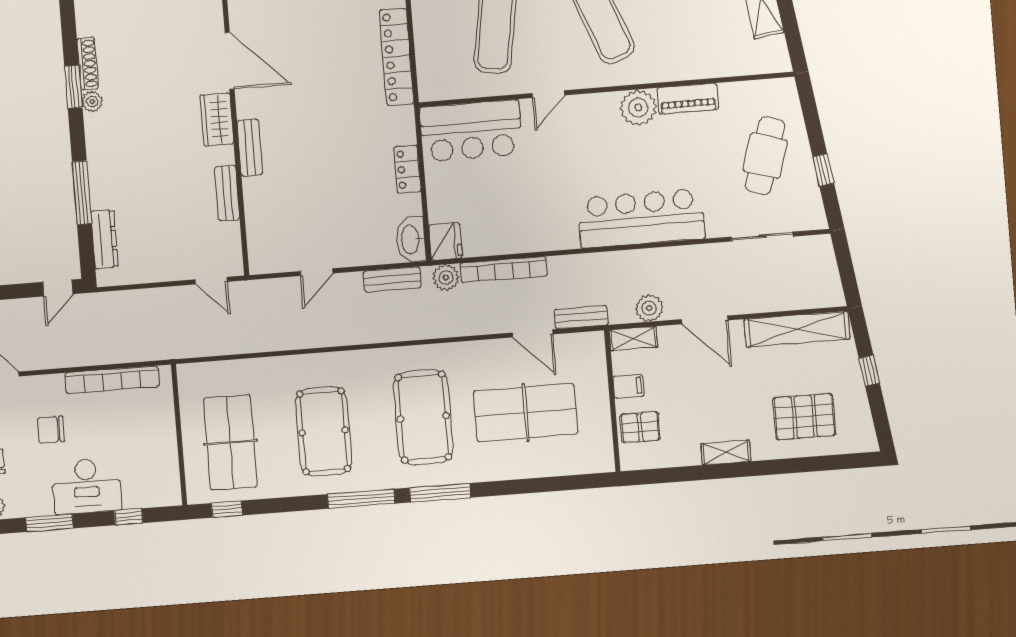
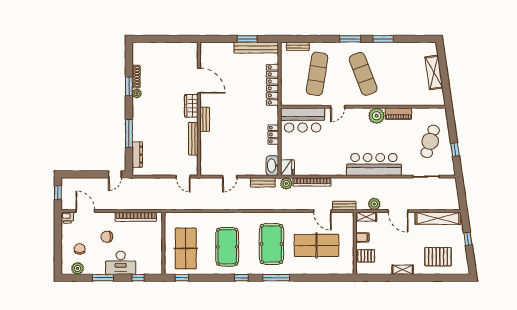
bench: (227, 193) -> (193, 139), width x1.36
window: (361, 499) -> (241, 278), width x0.46

